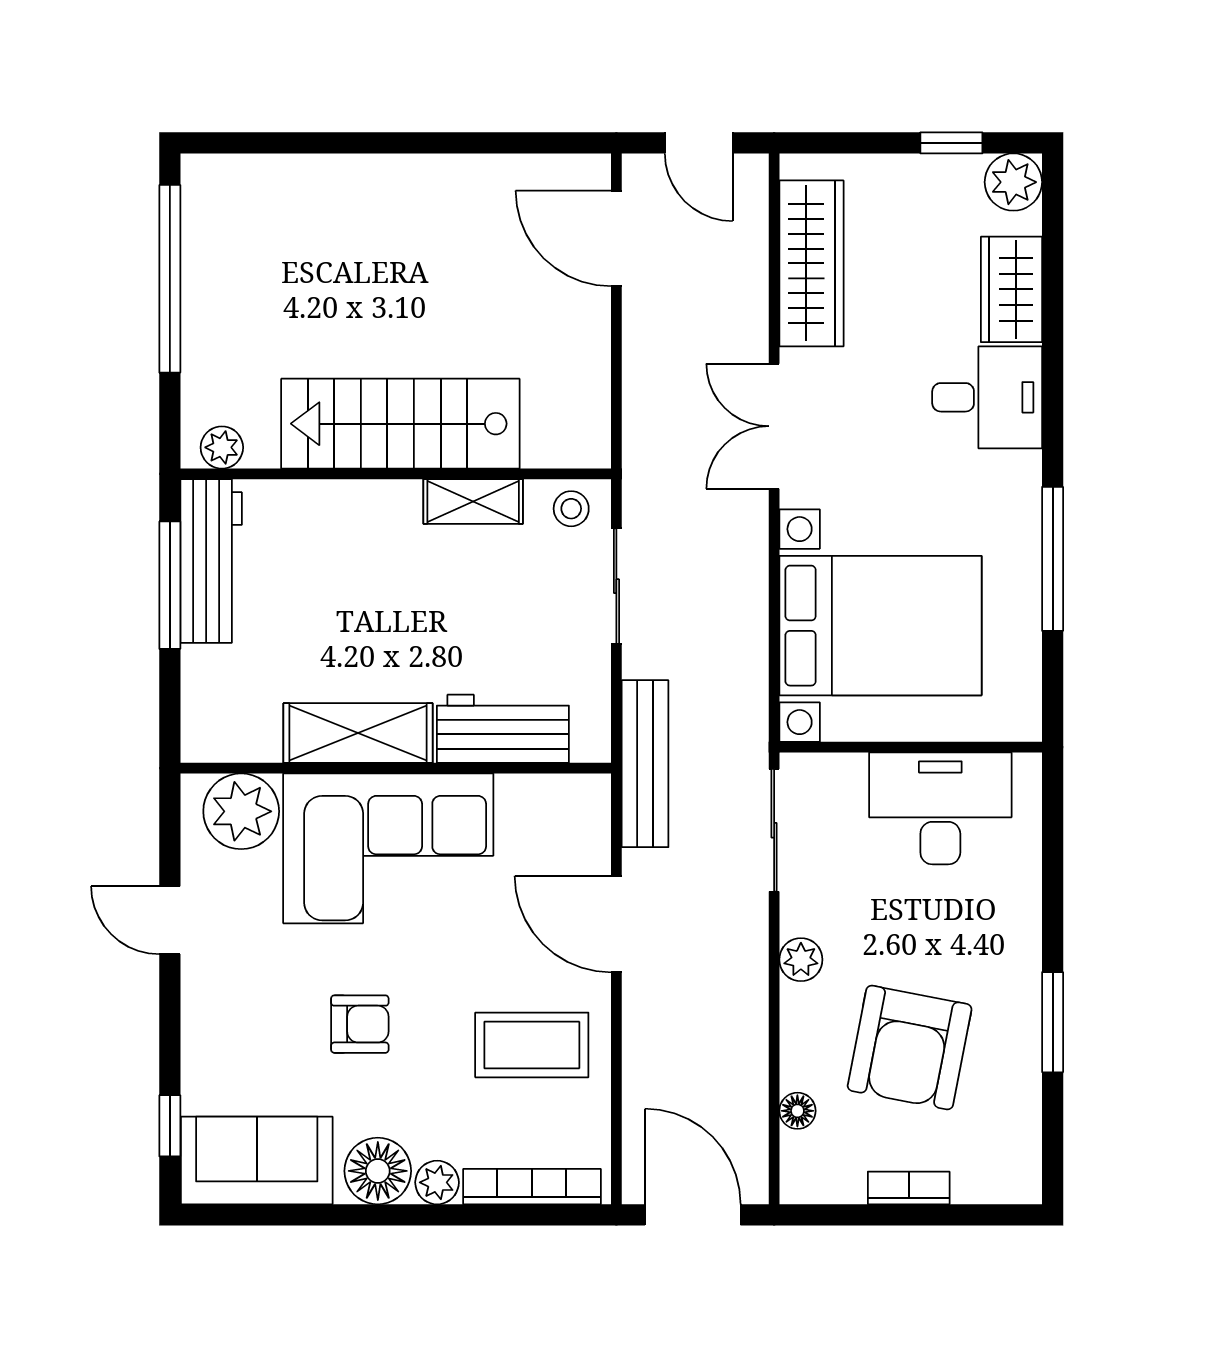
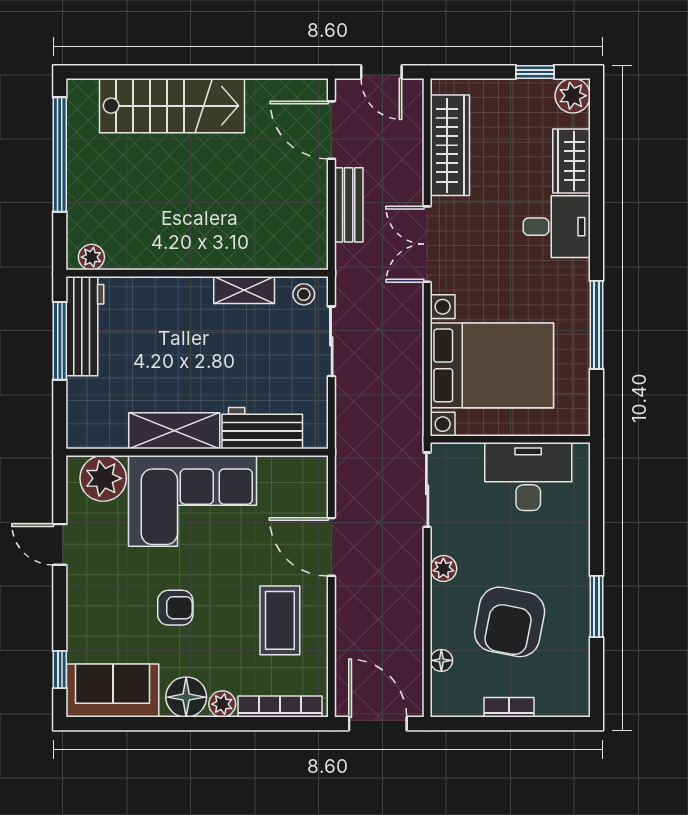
stairs: (400, 424) -> (172, 106), moved, turned 180
bench: (645, 764) -> (349, 205), moved, width x0.73
coffee table: (532, 1045) -> (280, 620), turned 90

